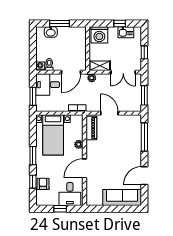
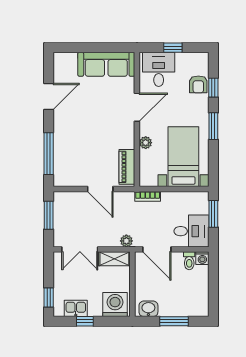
washbasin: (51, 32) -> (148, 309), moved
window: (144, 52) -> (49, 298), moved
door: (71, 72) -> (157, 249), swing flipped
double door: (123, 72) -> (80, 249), swing flipped
sofa: (122, 197) -> (106, 64), moved

